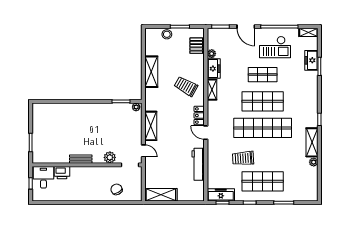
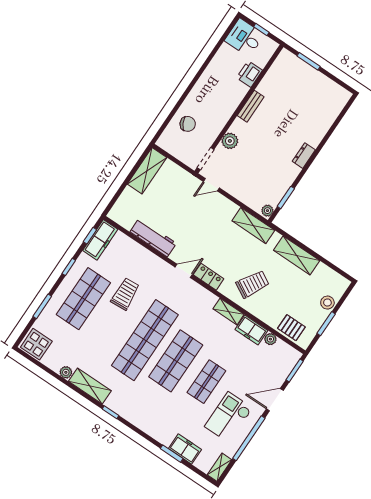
dresser: (89, 107) -> (304, 156), added
shelving: (151, 126) -> (253, 226), moved
desk: (43, 177) -> (244, 38), moved, turned 180
display table: (309, 191) -> (36, 344), added

